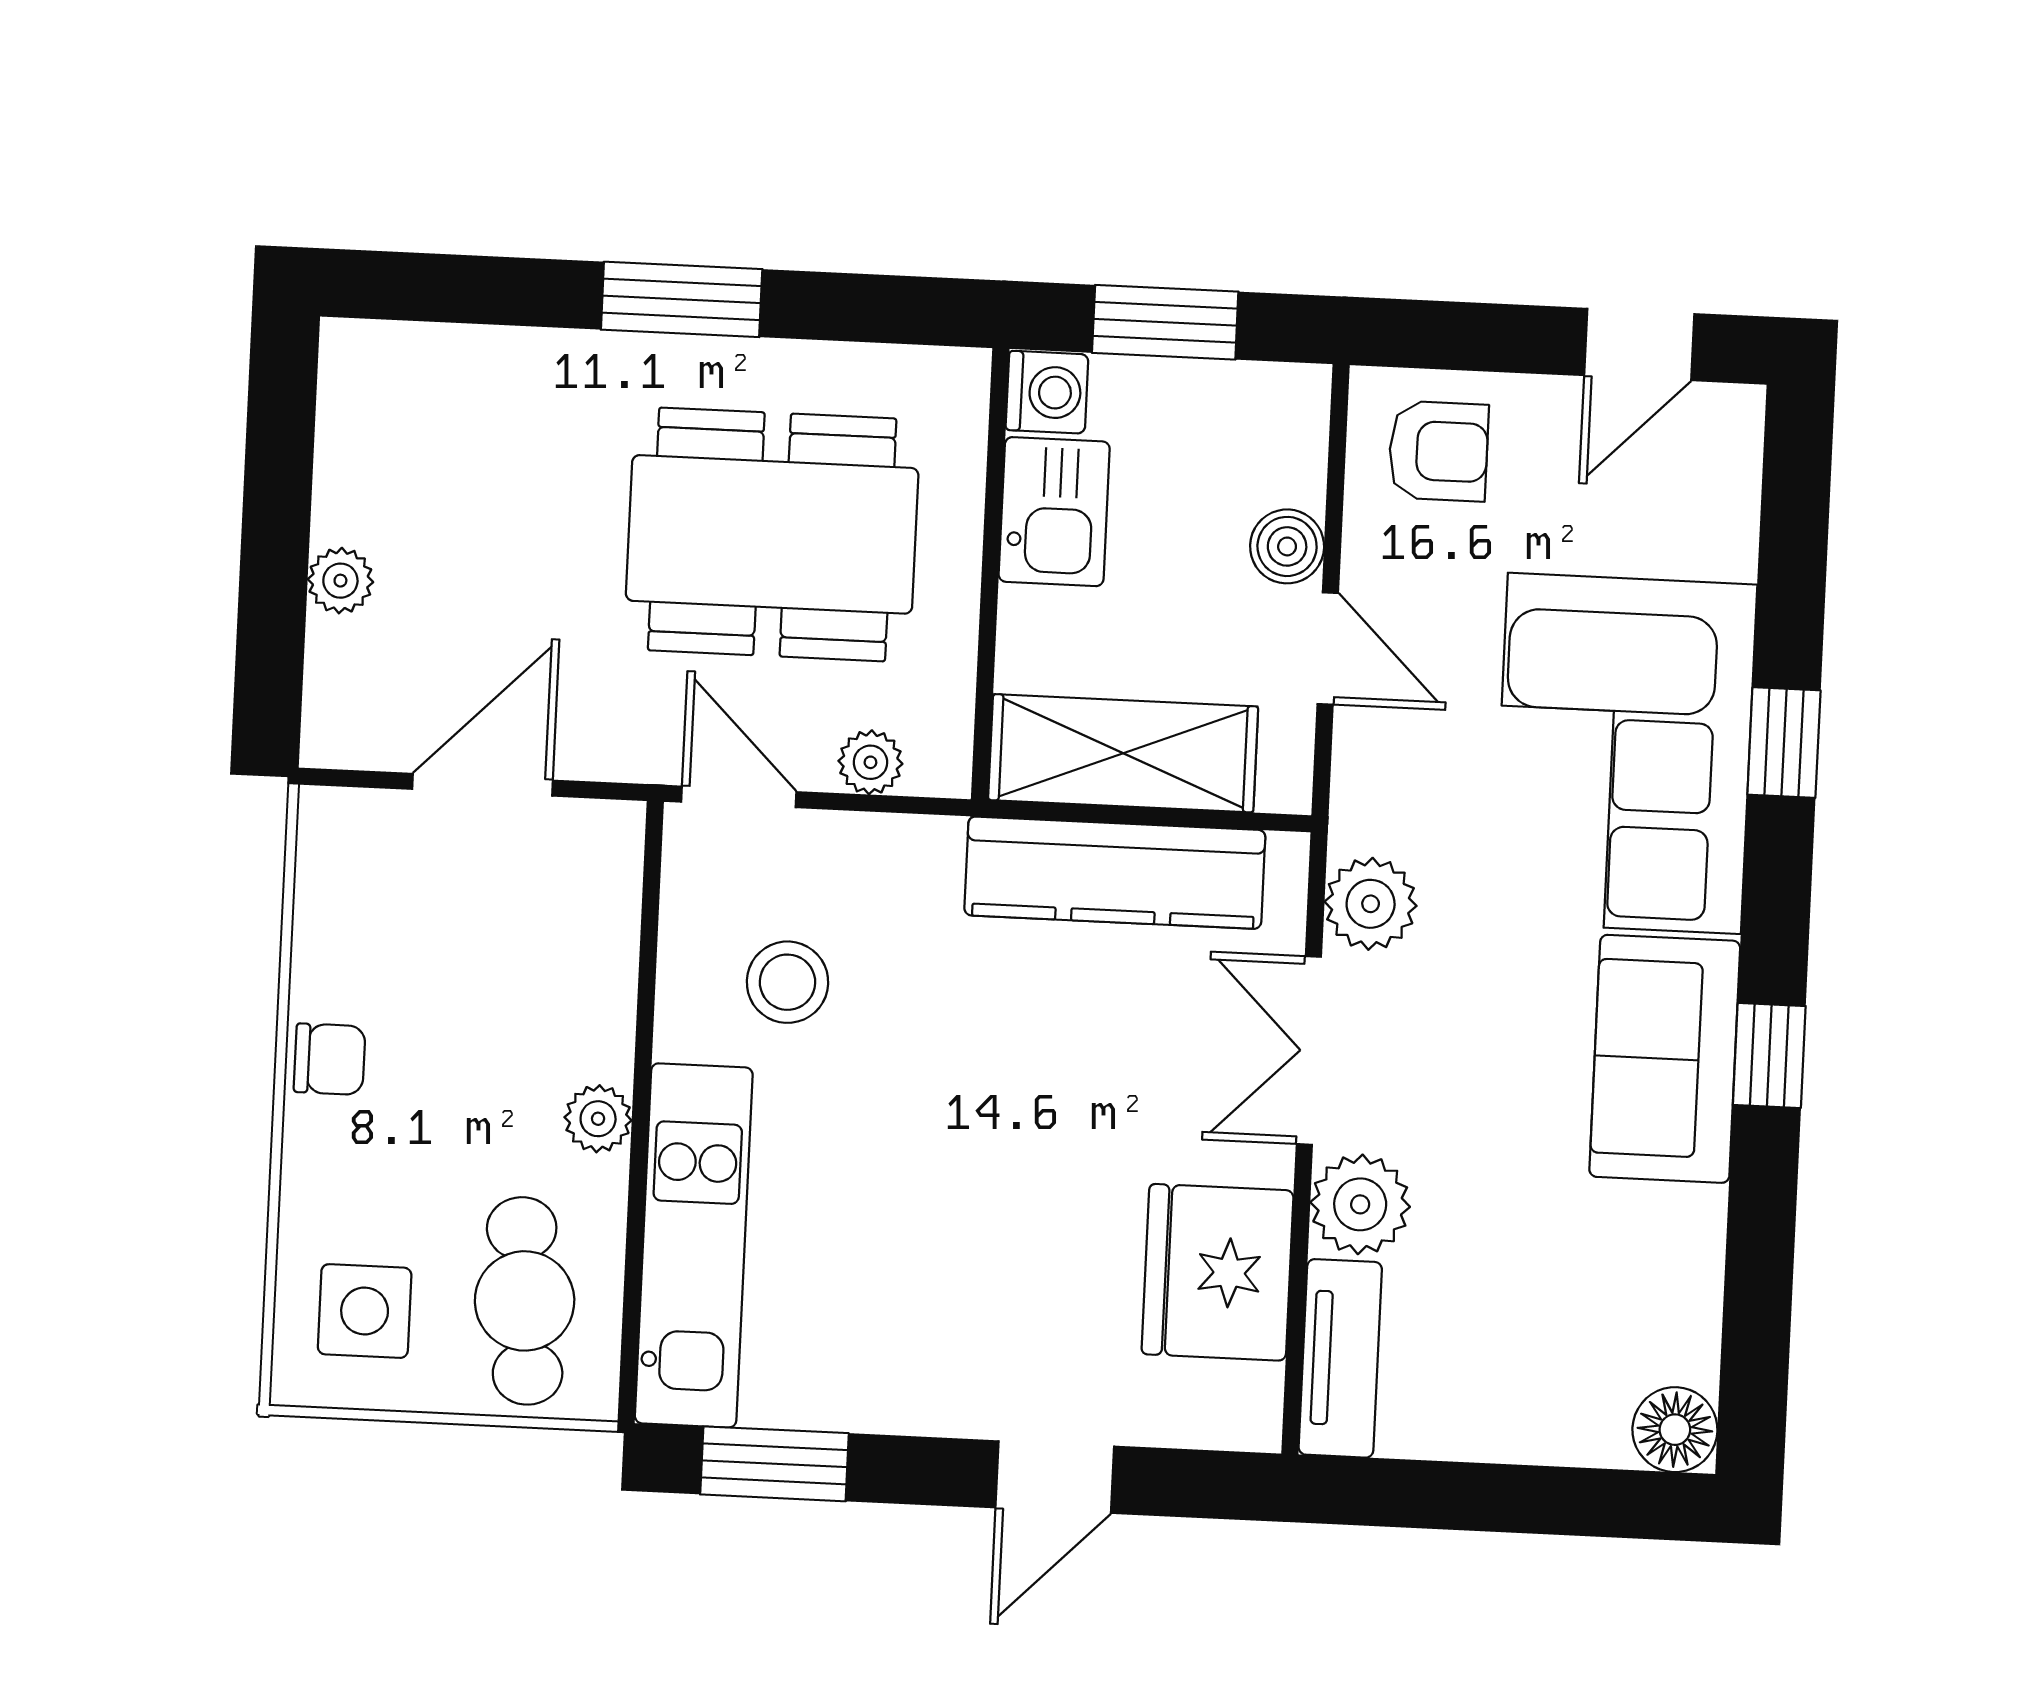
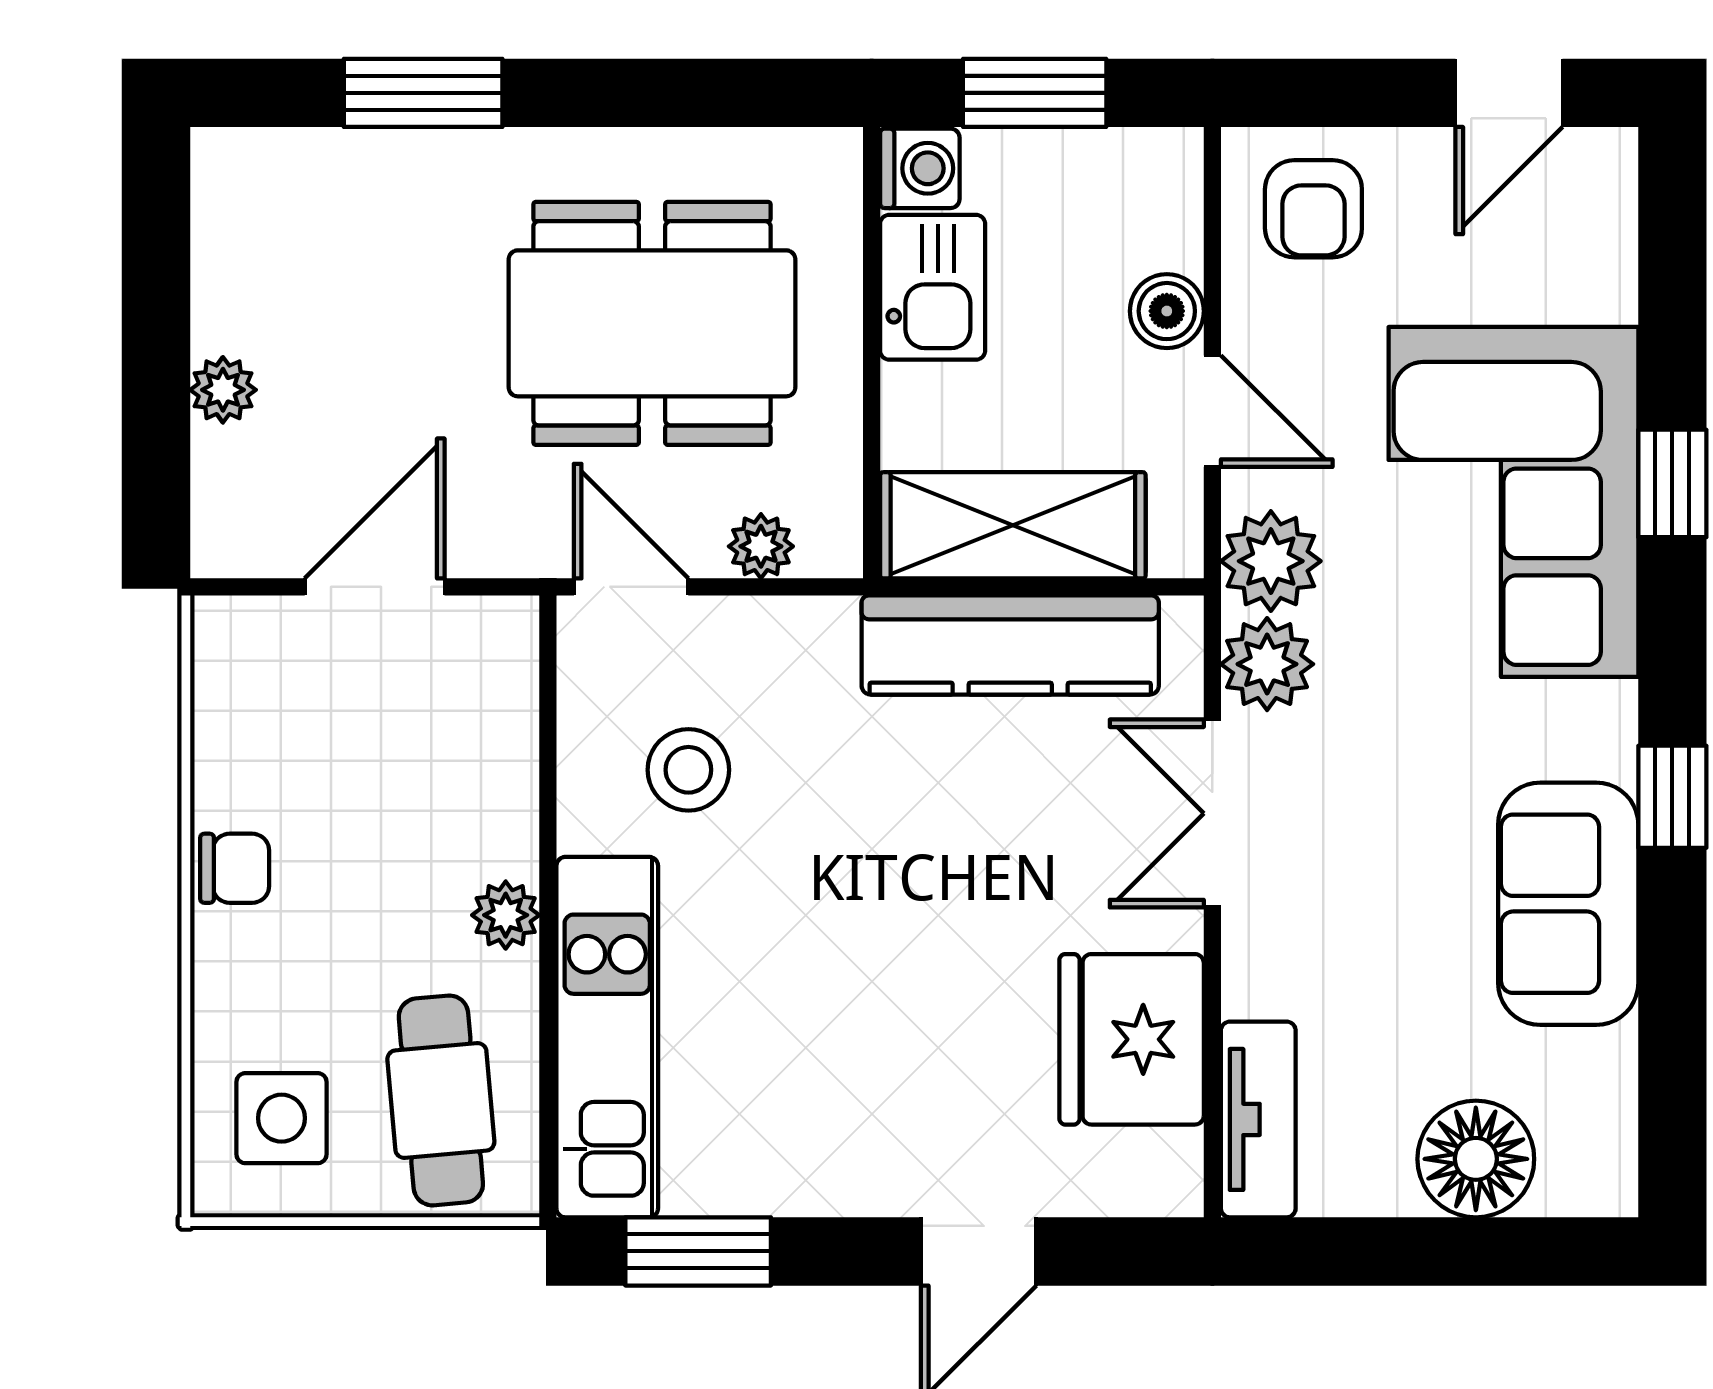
window: (682, 299) -> (423, 93), moved
armchair: (1438, 451) -> (1313, 209), turned 90
sofa: (1665, 1059) -> (1568, 904), moved
plant: (1360, 1204) -> (1271, 561), moved
floor lamp: (1675, 1430) -> (1476, 1159), moved, width x1.38, depth x1.38

